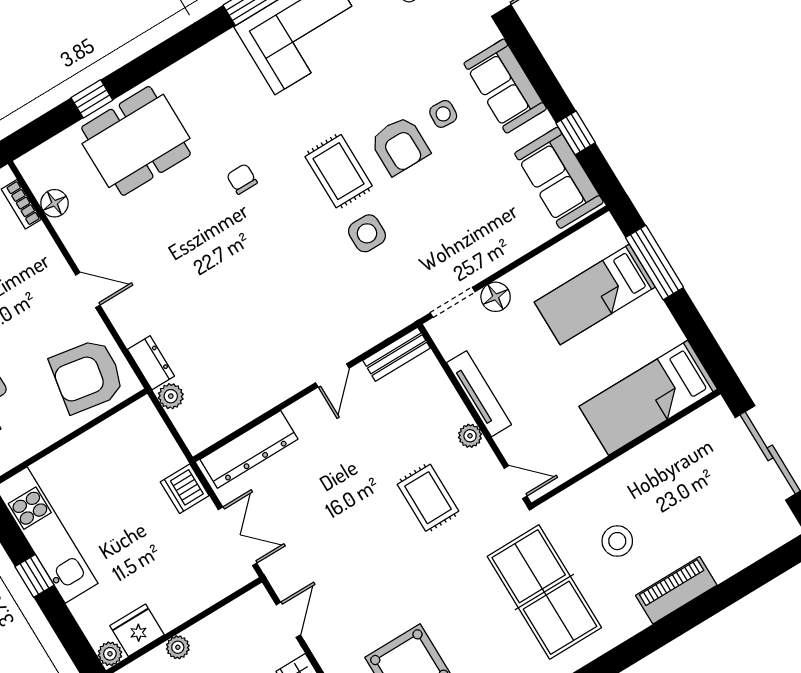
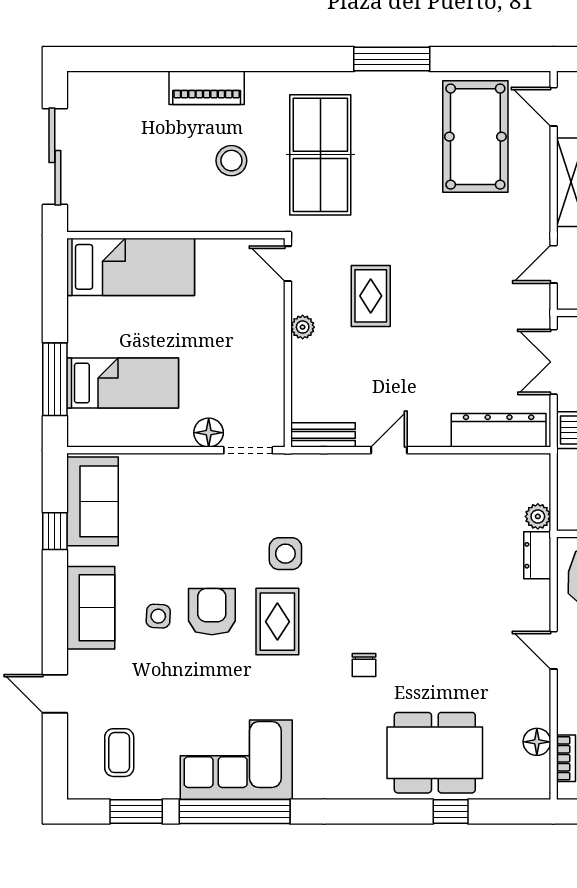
tv unit: (479, 394) -> (273, 358), removed

